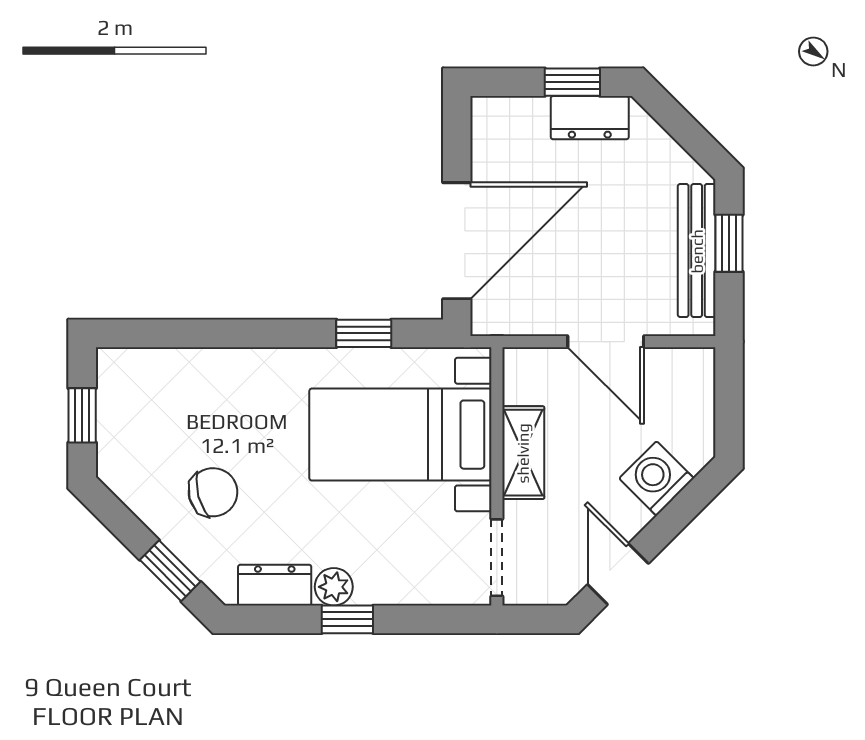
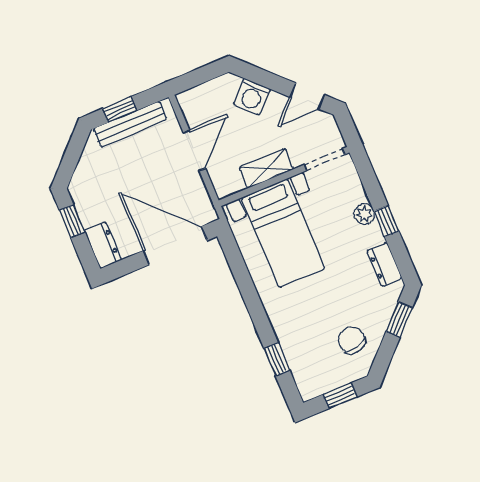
dresser: (590, 118) -> (103, 245), moved
window: (364, 333) -> (277, 359), moved
chair: (213, 492) -> (352, 340), moved
plant: (334, 587) -> (364, 214), moved

